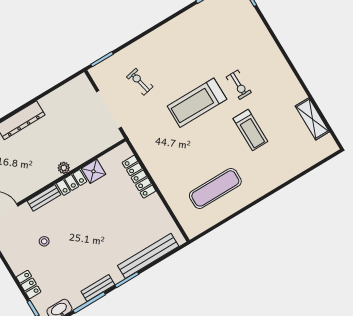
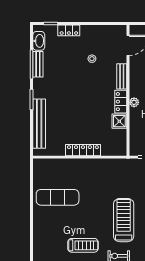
treadmill: (250, 130) -> (83, 245), turned 180
locker: (139, 177) -> (83, 150), moved
exercise mat: (215, 188) -> (58, 197), turned 90
bench: (98, 288) -> (38, 64), moved

